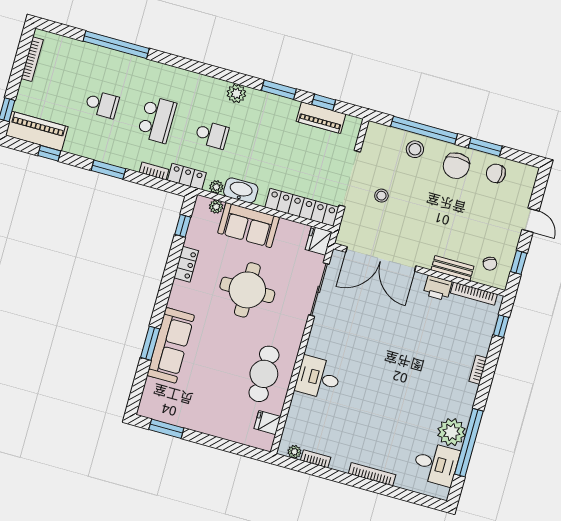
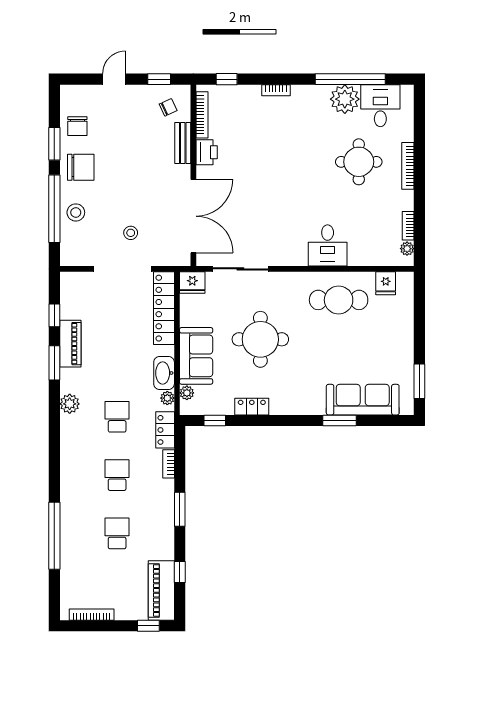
piano: (321, 118) -> (70, 344), moved
school desk: (157, 119) -> (117, 475), width x0.54
sofa: (171, 345) -> (363, 400), moved
round table: (389, 429) -> (359, 162), added

